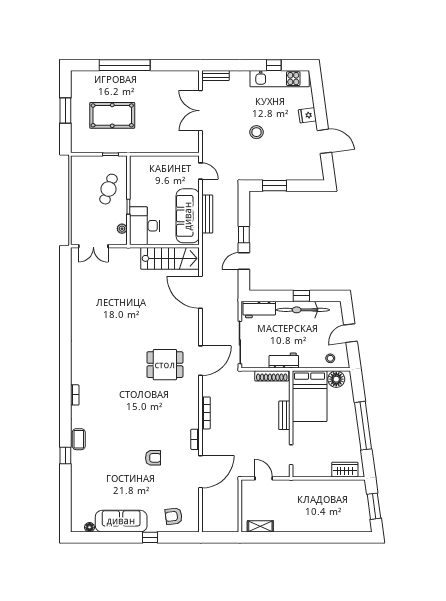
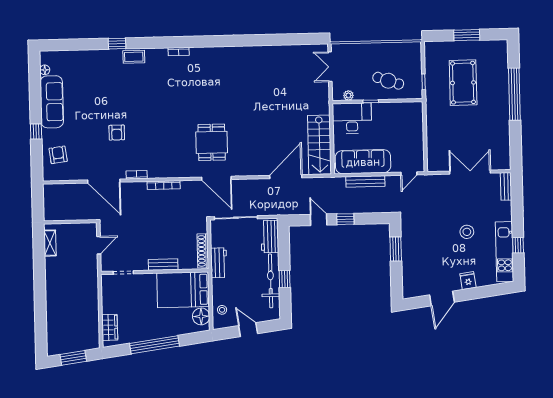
stool: (256, 132) -> (467, 232), moved

